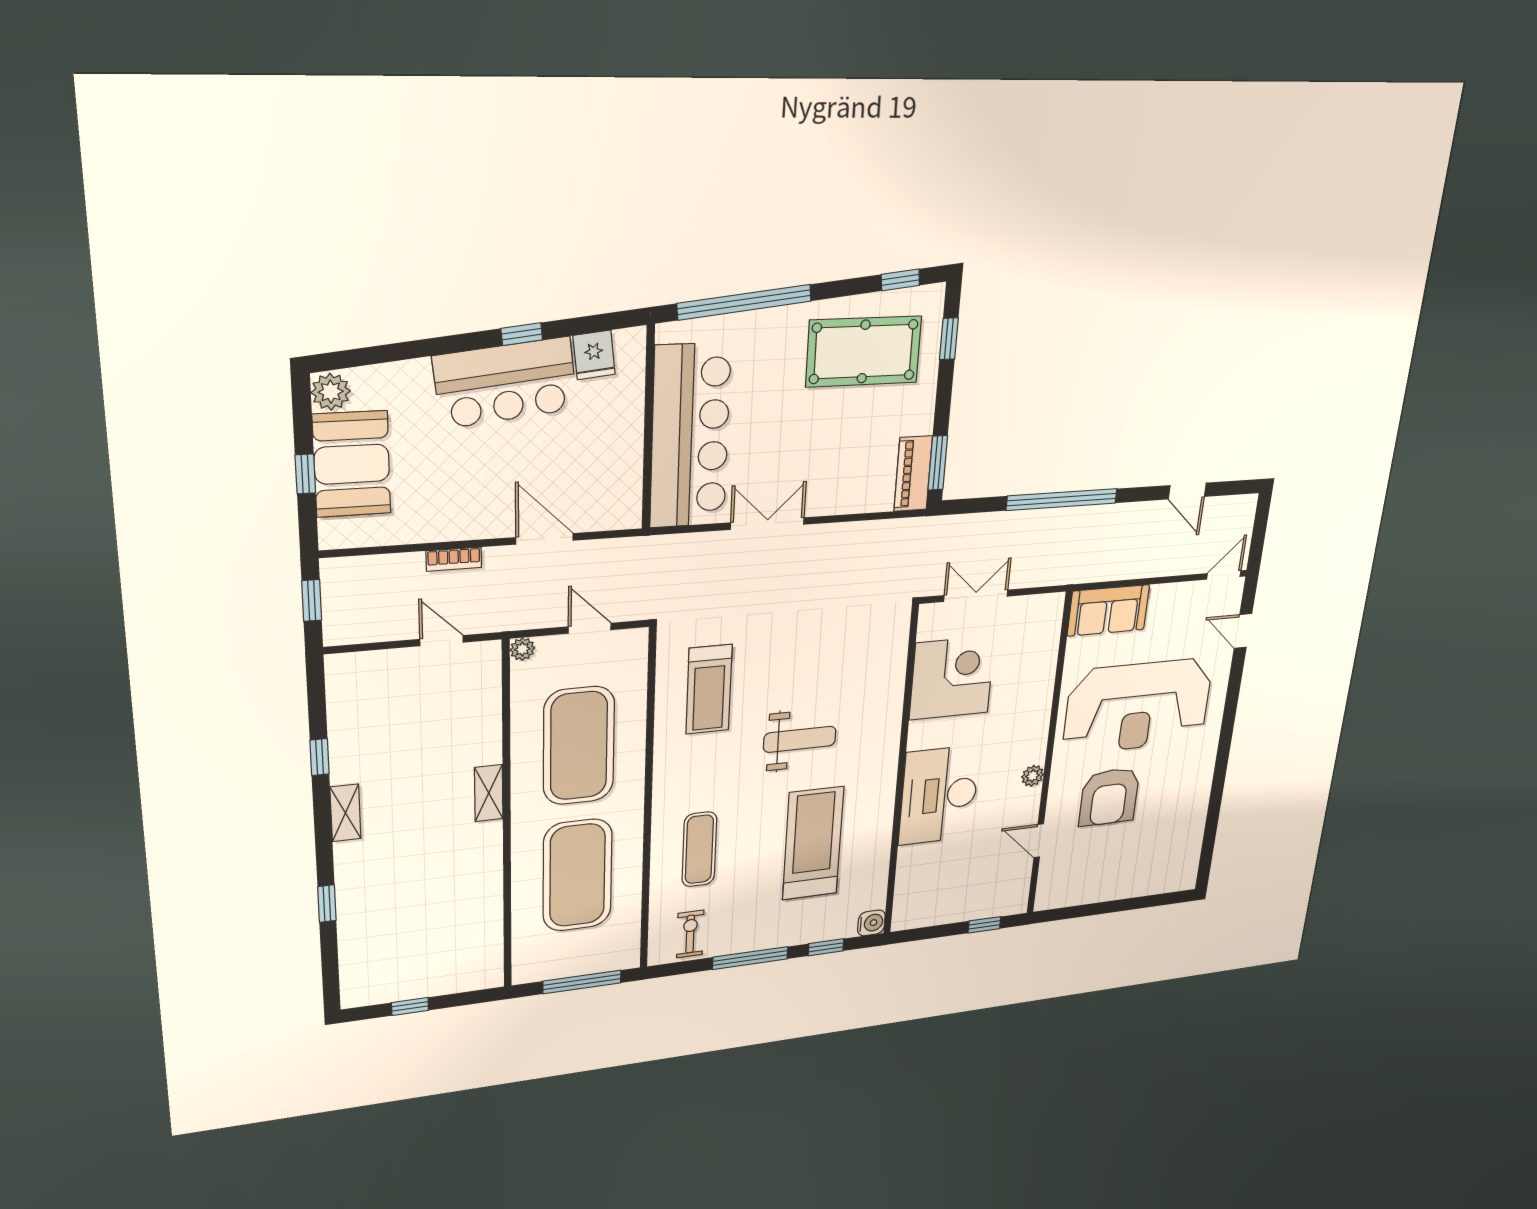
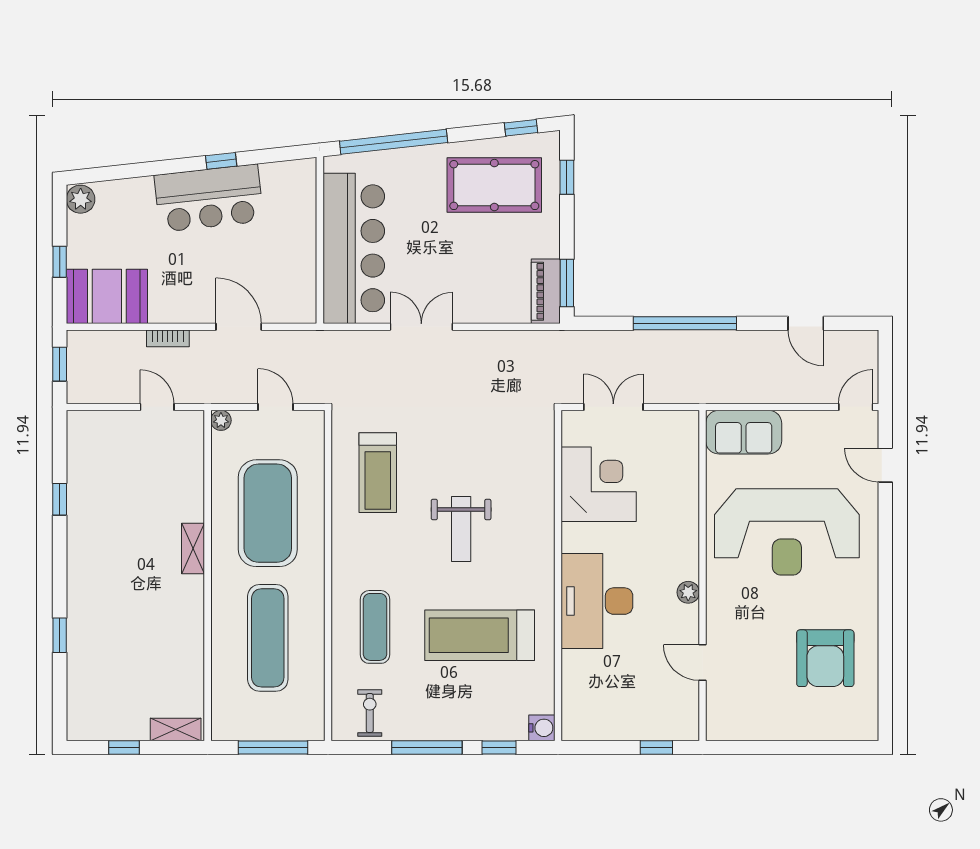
fridge: (594, 355) -> (276, 179), removed
booth: (352, 464) -> (107, 296), moved, turned 90
weight bench: (800, 739) -> (461, 529), turned 90
armchair: (1109, 797) -> (825, 658), moved
shelving: (345, 813) -> (176, 730), moved, turned 90
treadmill: (813, 843) -> (480, 635), turned -90
exercise mat: (577, 875) -> (268, 638), width x0.68

